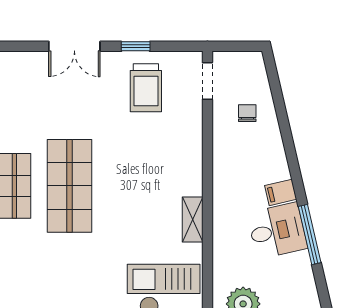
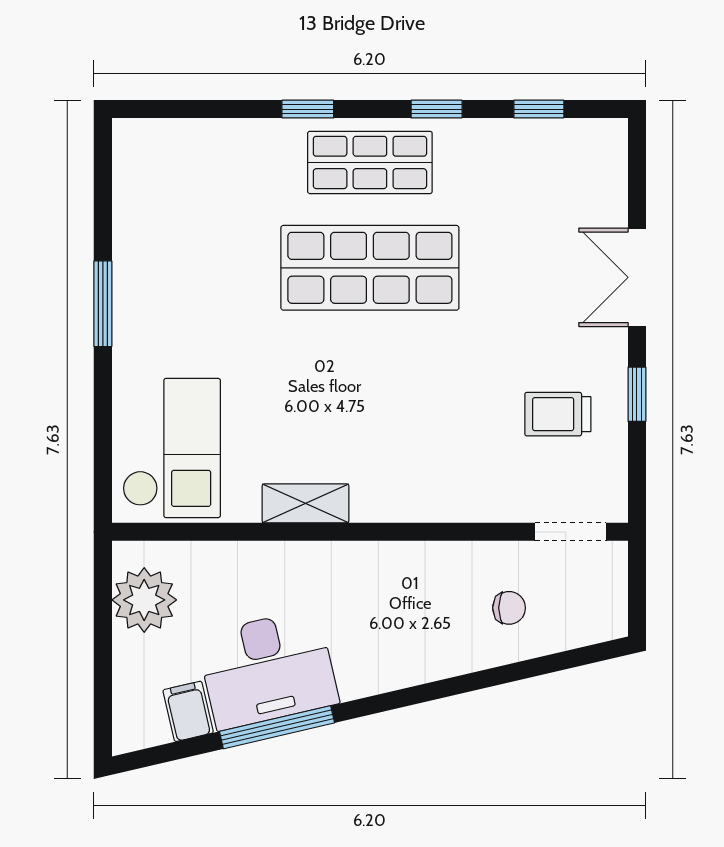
trolley: (146, 88) -> (558, 414), width x0.73, depth x0.72
filing cabinet: (281, 192) -> (188, 711), moved
desk: (277, 231) -> (268, 669), width x1.37

